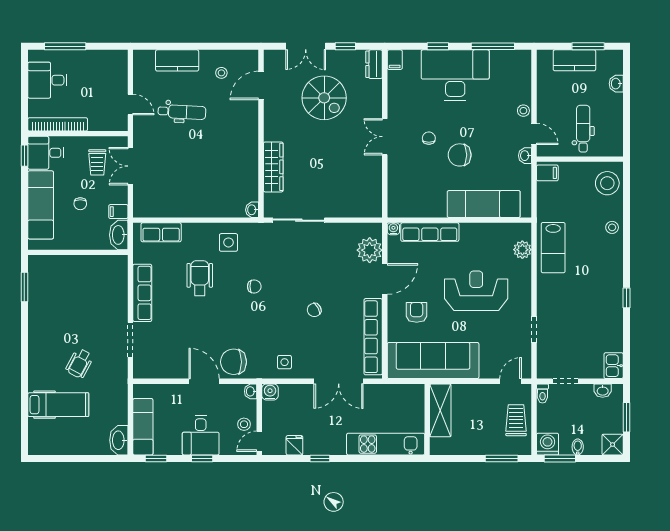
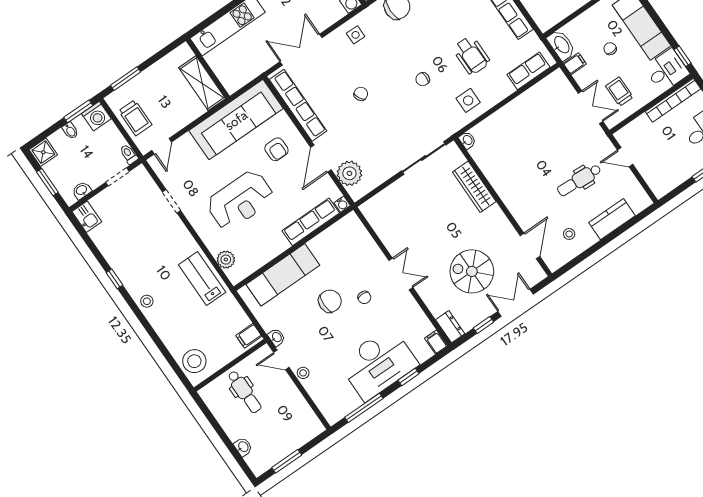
kitchen counter: (574, 60) -> (290, 442), removed
stool: (612, 227) -> (147, 301), moved

